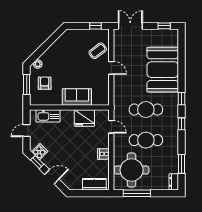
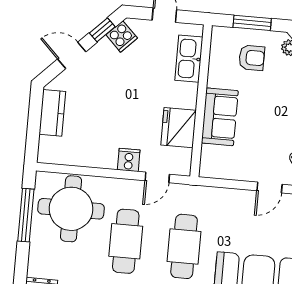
cooker: (103, 154) -> (129, 160), moved
door: (52, 177) -> (72, 55), swing flipped
kitchen counter: (94, 184) -> (52, 113), moved

